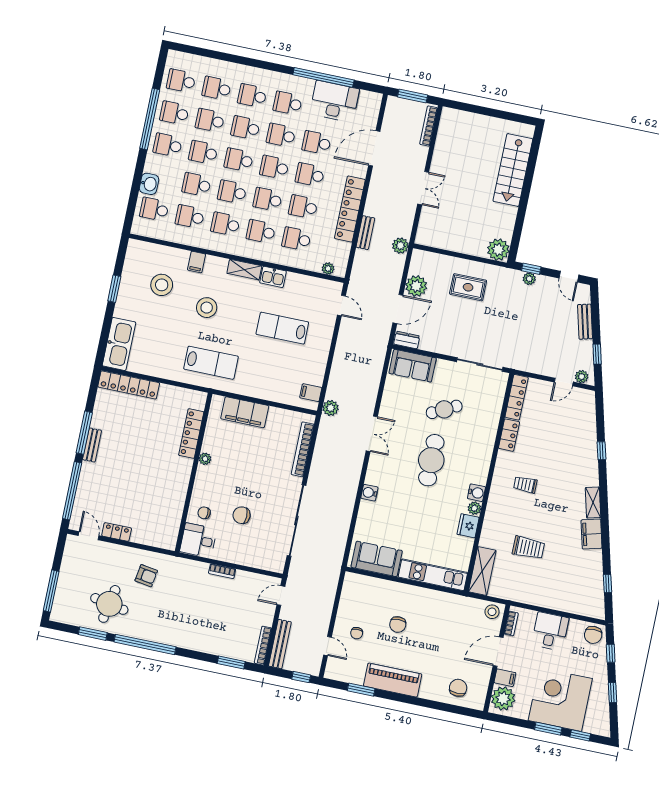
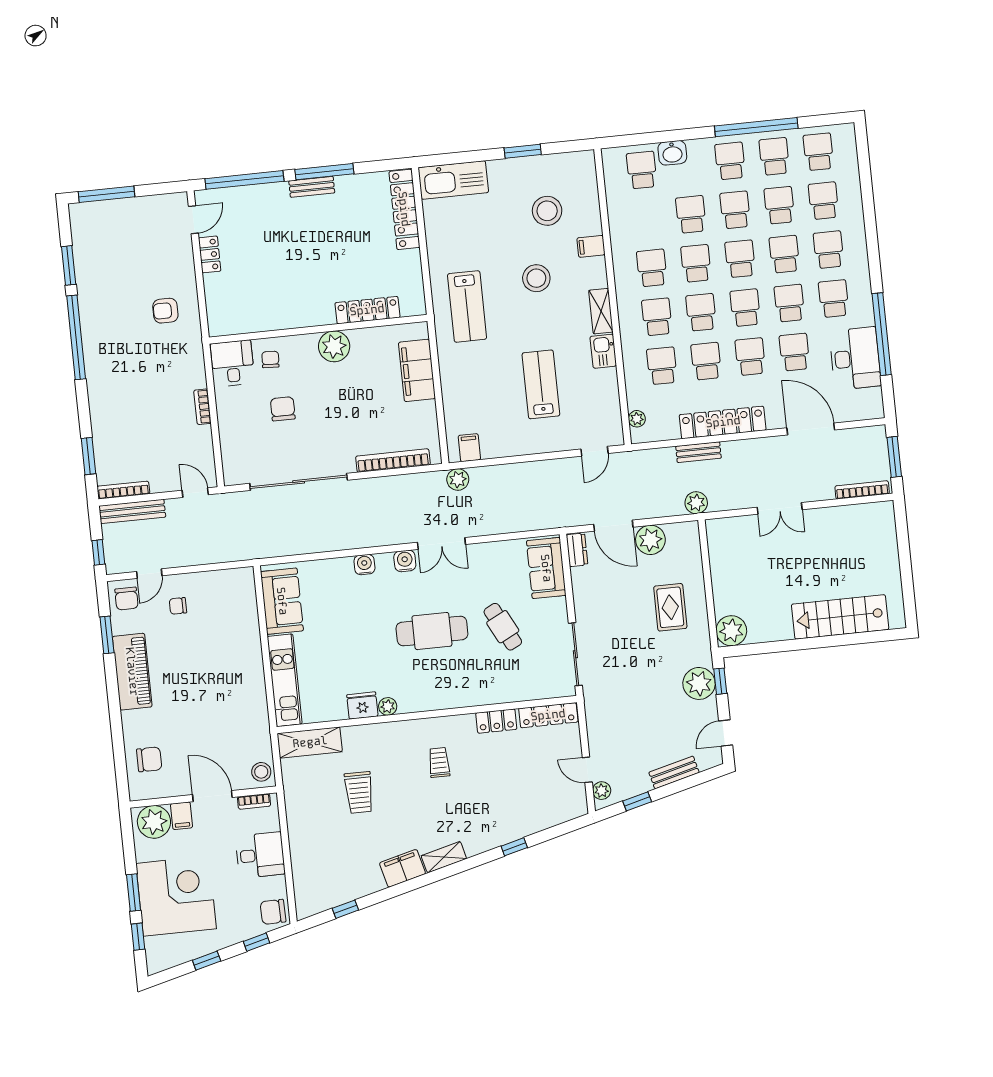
school desk: (190, 217) -> (647, 219), removed
plant: (529, 279) -> (699, 683), width x1.87, depth x1.87
plant: (205, 459) -> (334, 346), width x1.87, depth x1.87
water cooler: (476, 493) -> (405, 561), moved, turned 180
armchair: (146, 576) -> (165, 311), turned 81
round table: (109, 604) -> (114, 275), removed
chair: (398, 625) -> (126, 599), moved, turned -90

